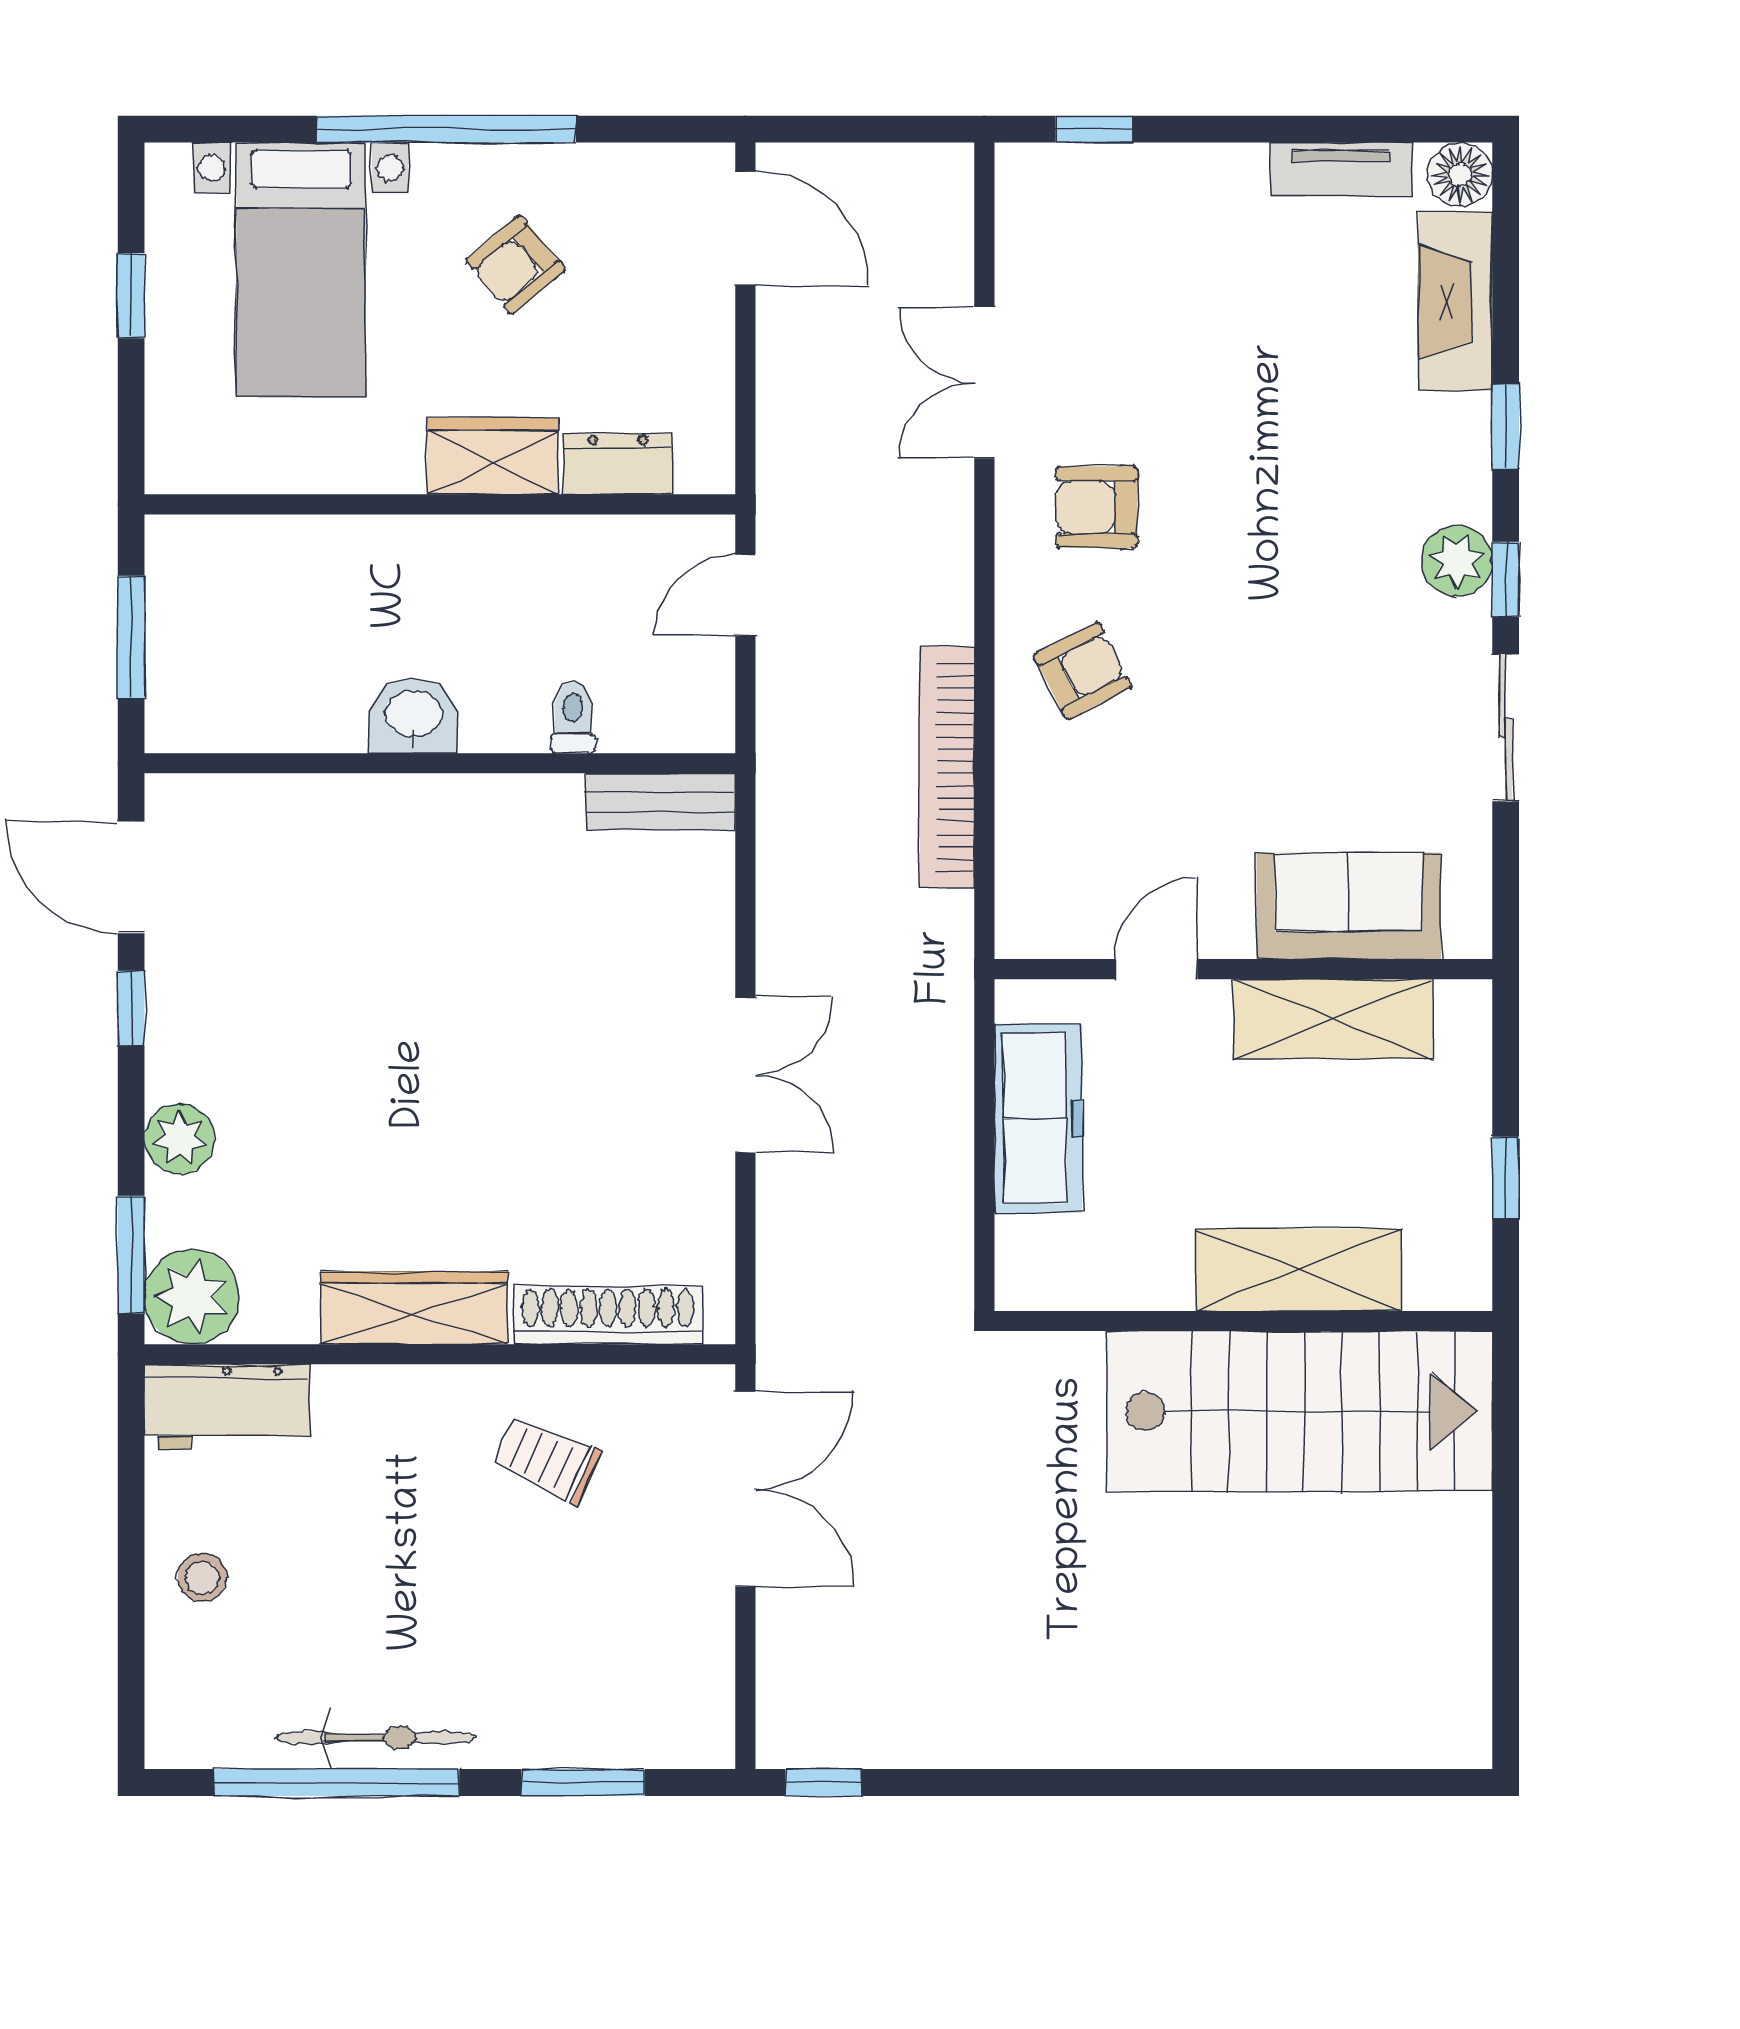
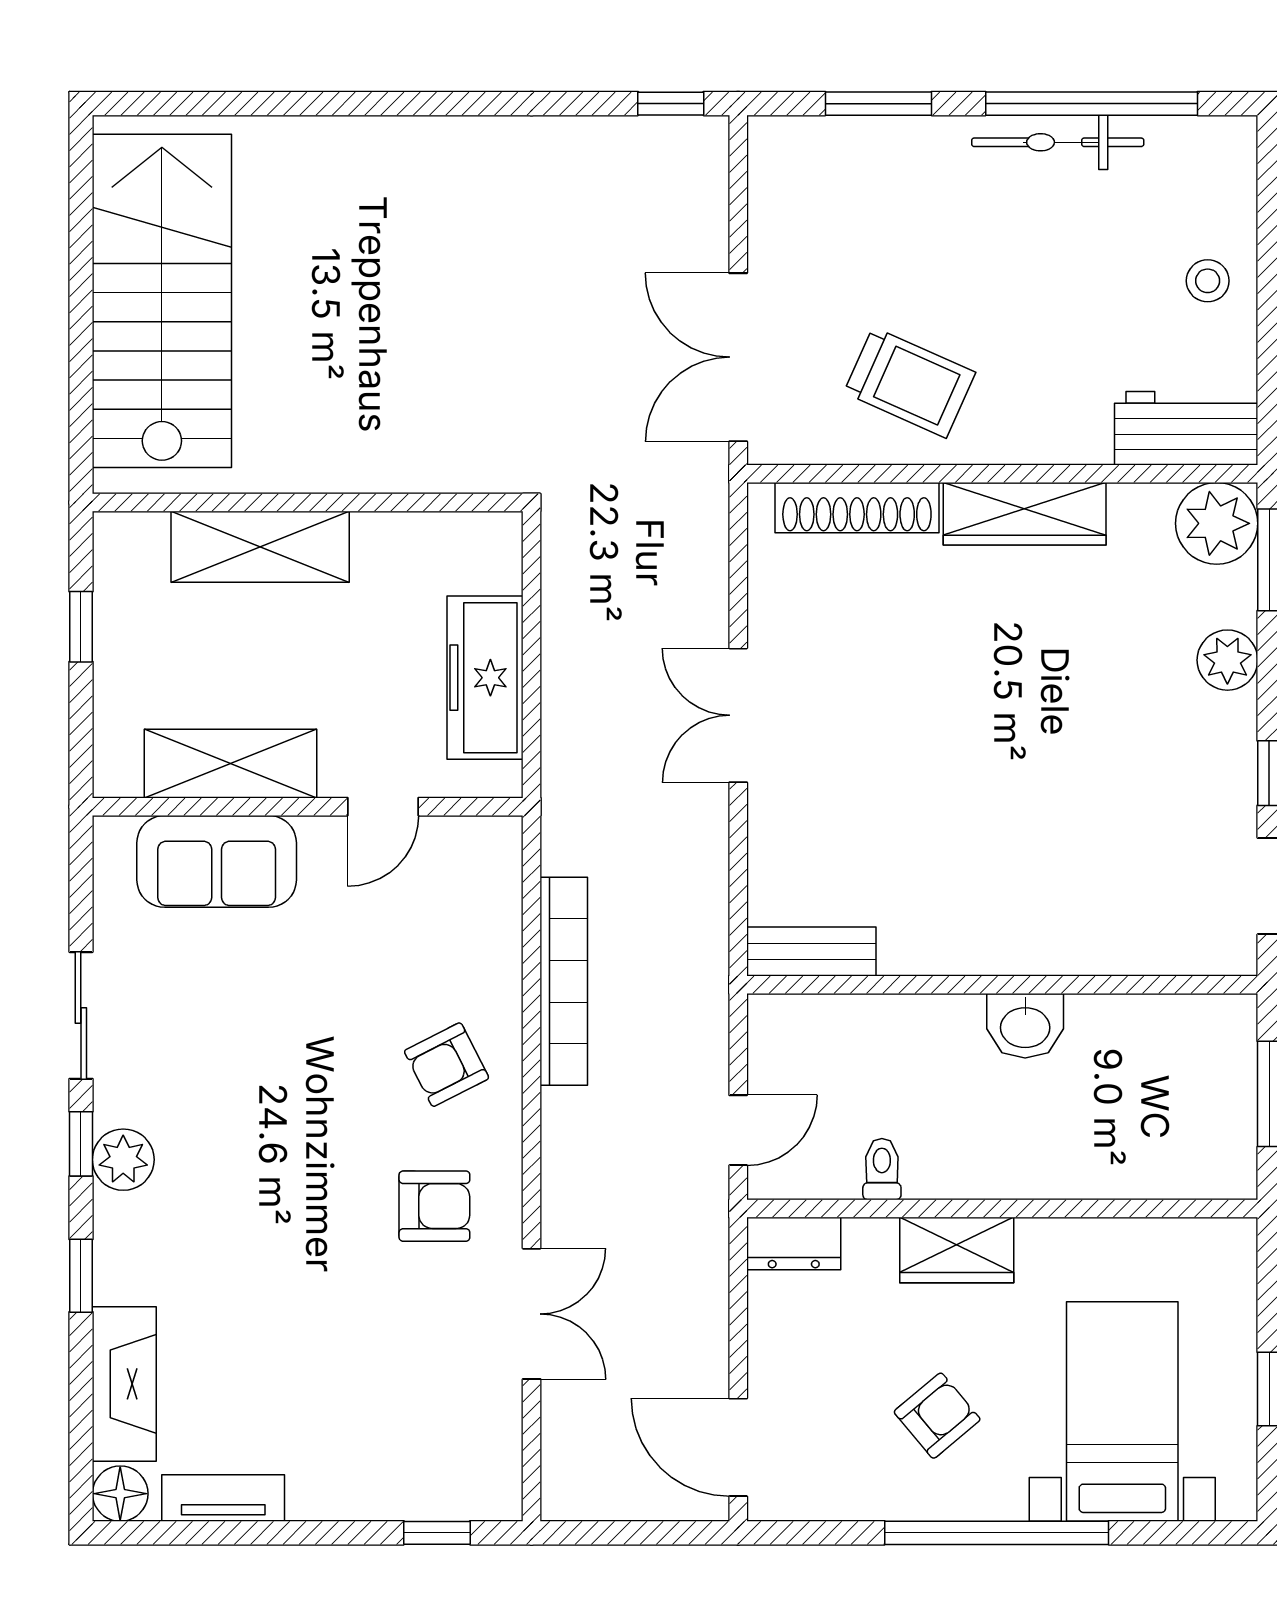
dresser: (618, 464) -> (794, 1244), moved
toilet: (573, 718) -> (882, 1169), moved, turned 180
stairs: (1299, 1411) -> (162, 301), moved, turned 90
trolley: (547, 1460) -> (910, 382), width x1.36, depth x1.39

